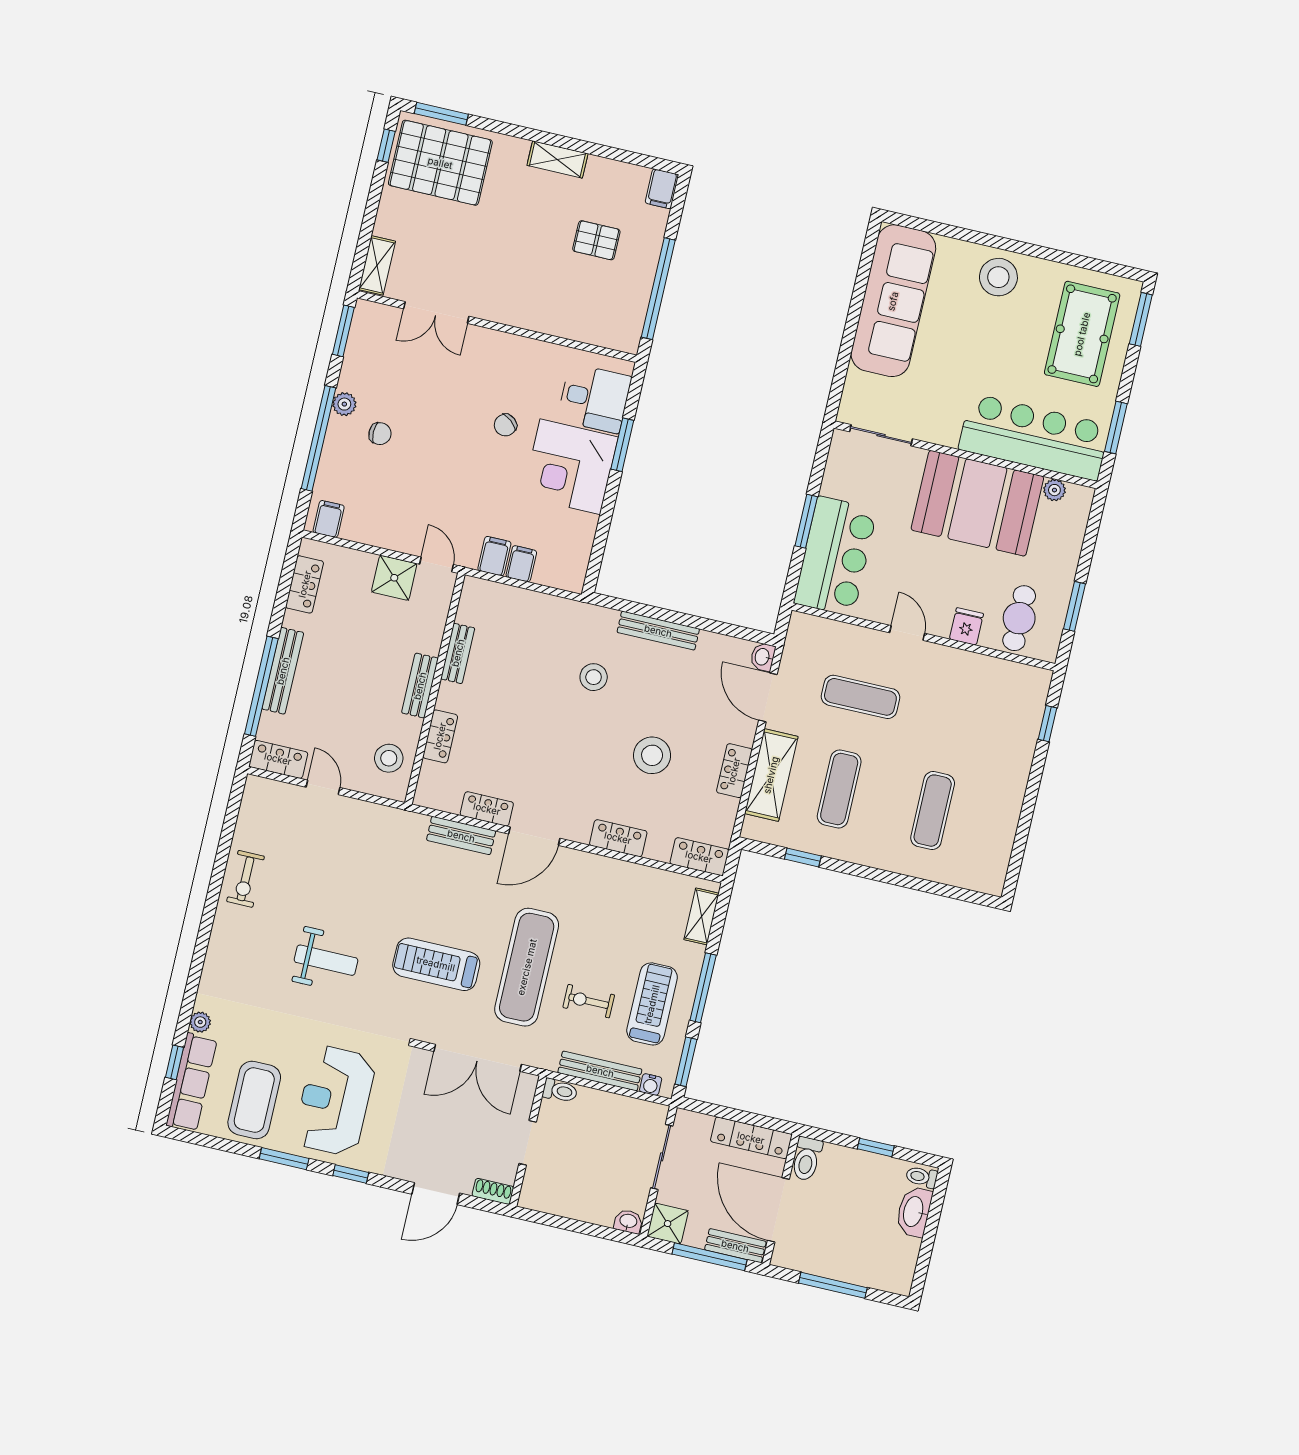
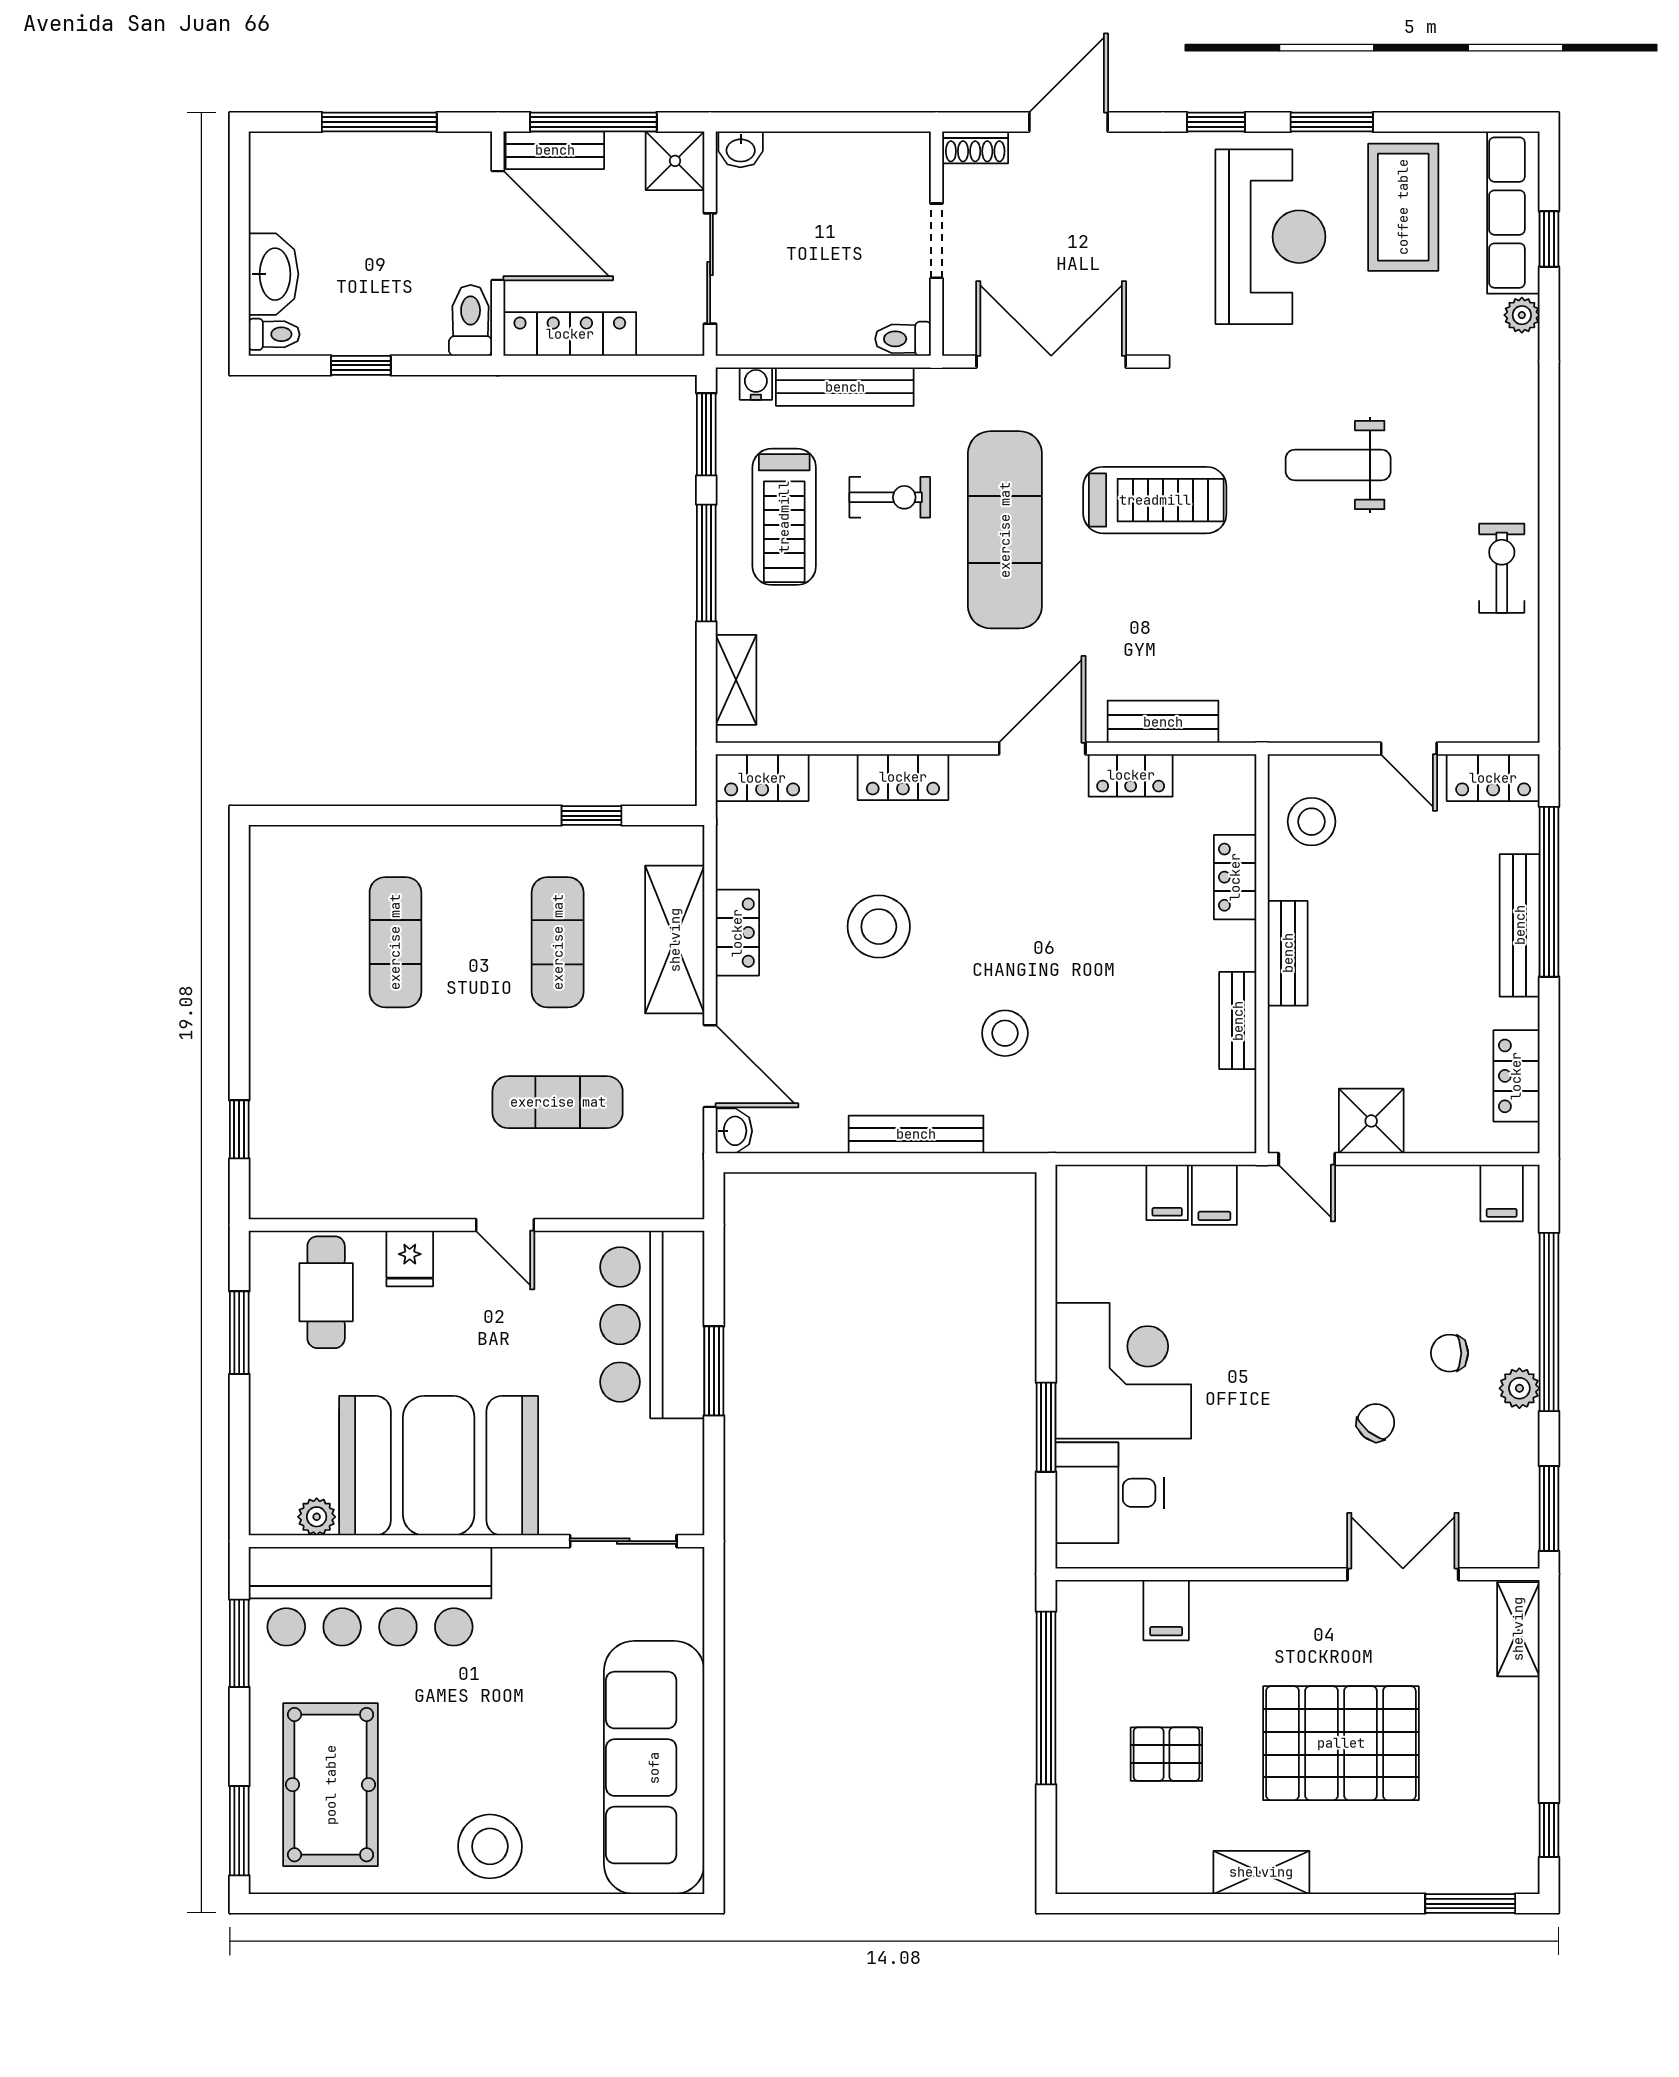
pallet: (440, 163) -> (1341, 1743), moved
filing cabinet: (662, 189) -> (1166, 1610), moved, turned 180
chair: (505, 425) -> (1376, 1423), moved

